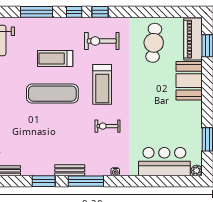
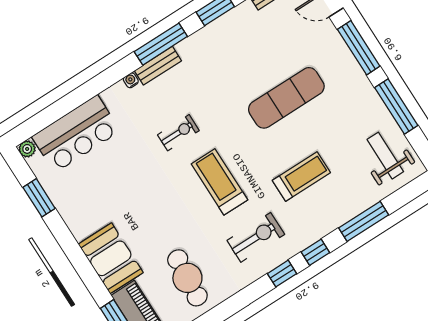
exercise mat: (52, 94) -> (286, 98), moved
bench: (70, 170) -> (158, 66), moved

